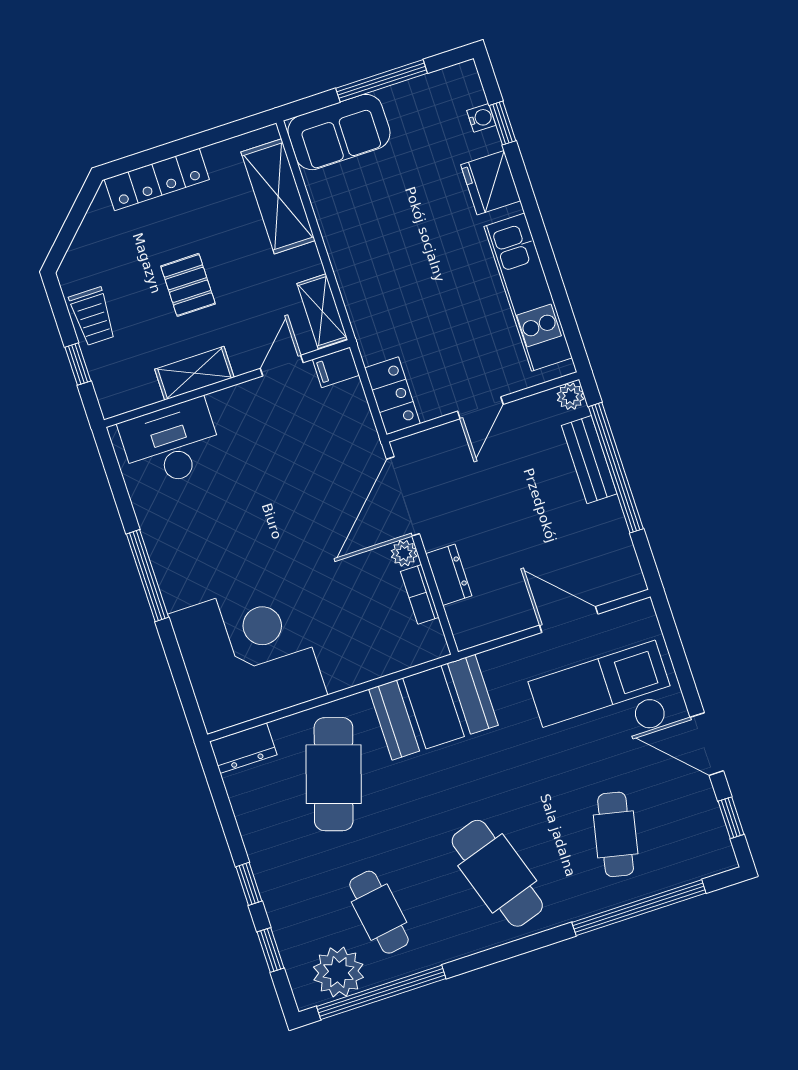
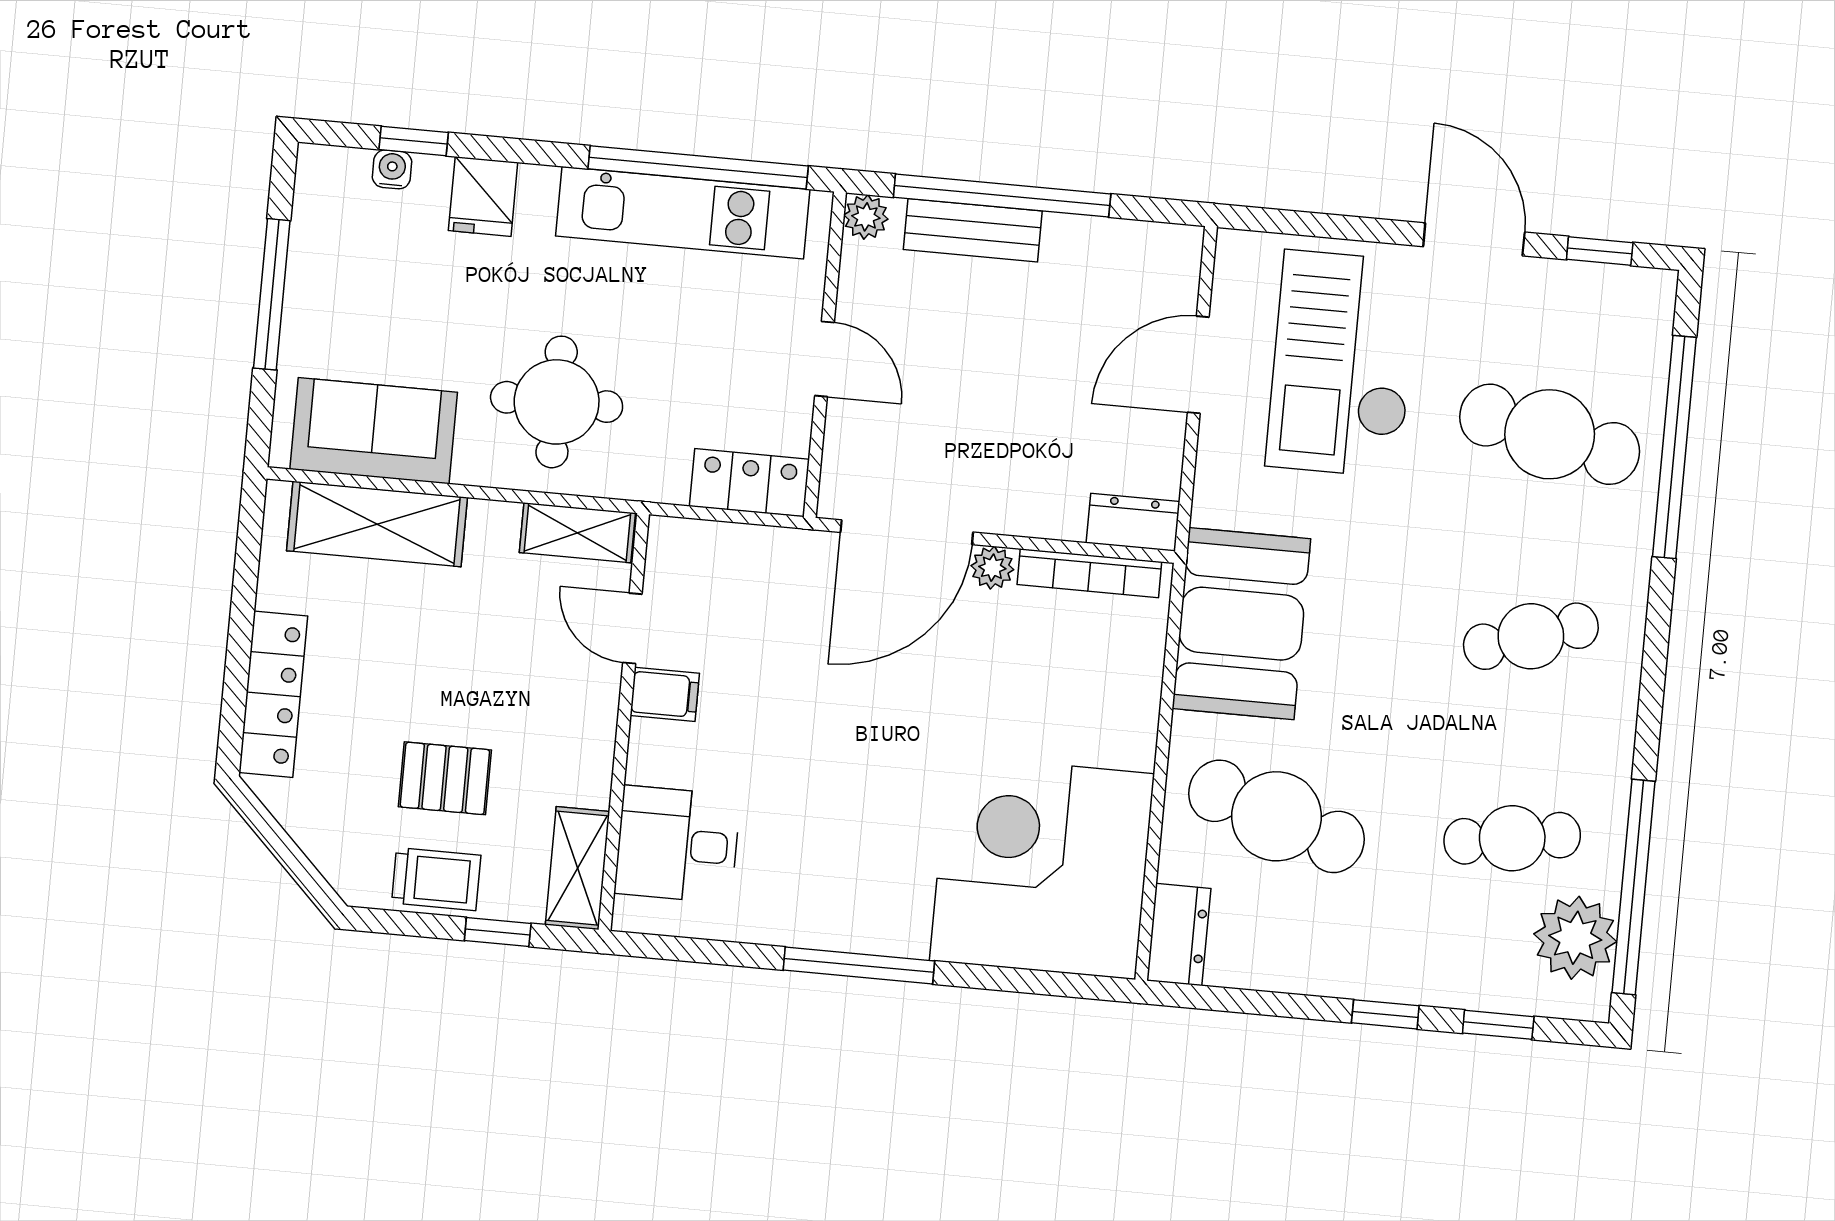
sofa: (339, 132) -> (374, 431), moved, turned -90
fridge: (491, 183) -> (483, 196), width x0.72
round table: (391, 267) -> (557, 402), added
pallet: (188, 285) -> (445, 778), moved
window: (557, 290) -> (698, 167), added
filing cabinet: (336, 367) -> (665, 694), moved, turned -90
shelving: (194, 373) -> (578, 868), moved
desk: (171, 444) -> (677, 844), width x0.73
door: (403, 496) -> (907, 532), hinge flipped
dresser: (449, 575) -> (1133, 522), moved
bookcase: (420, 594) -> (1089, 573), width x1.56
door: (707, 744) -> (1474, 239), swing flipped
cafe table: (616, 834) -> (1550, 434), width x1.37, depth x1.35
cafe table: (497, 873) -> (1531, 636), width x0.73, depth x0.74

